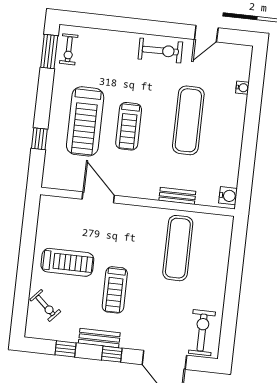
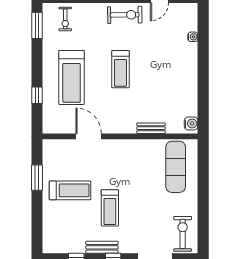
exercise bike: (69, 49) -> (65, 19), moved
exercise mat: (188, 120) -> (153, 67), removed
treadmill: (129, 126) -> (121, 69), moved
window: (28, 242) -> (37, 178), added
exercise mat: (178, 248) -> (176, 167), moved
exercise bike: (45, 306) -> (56, 226), removed

